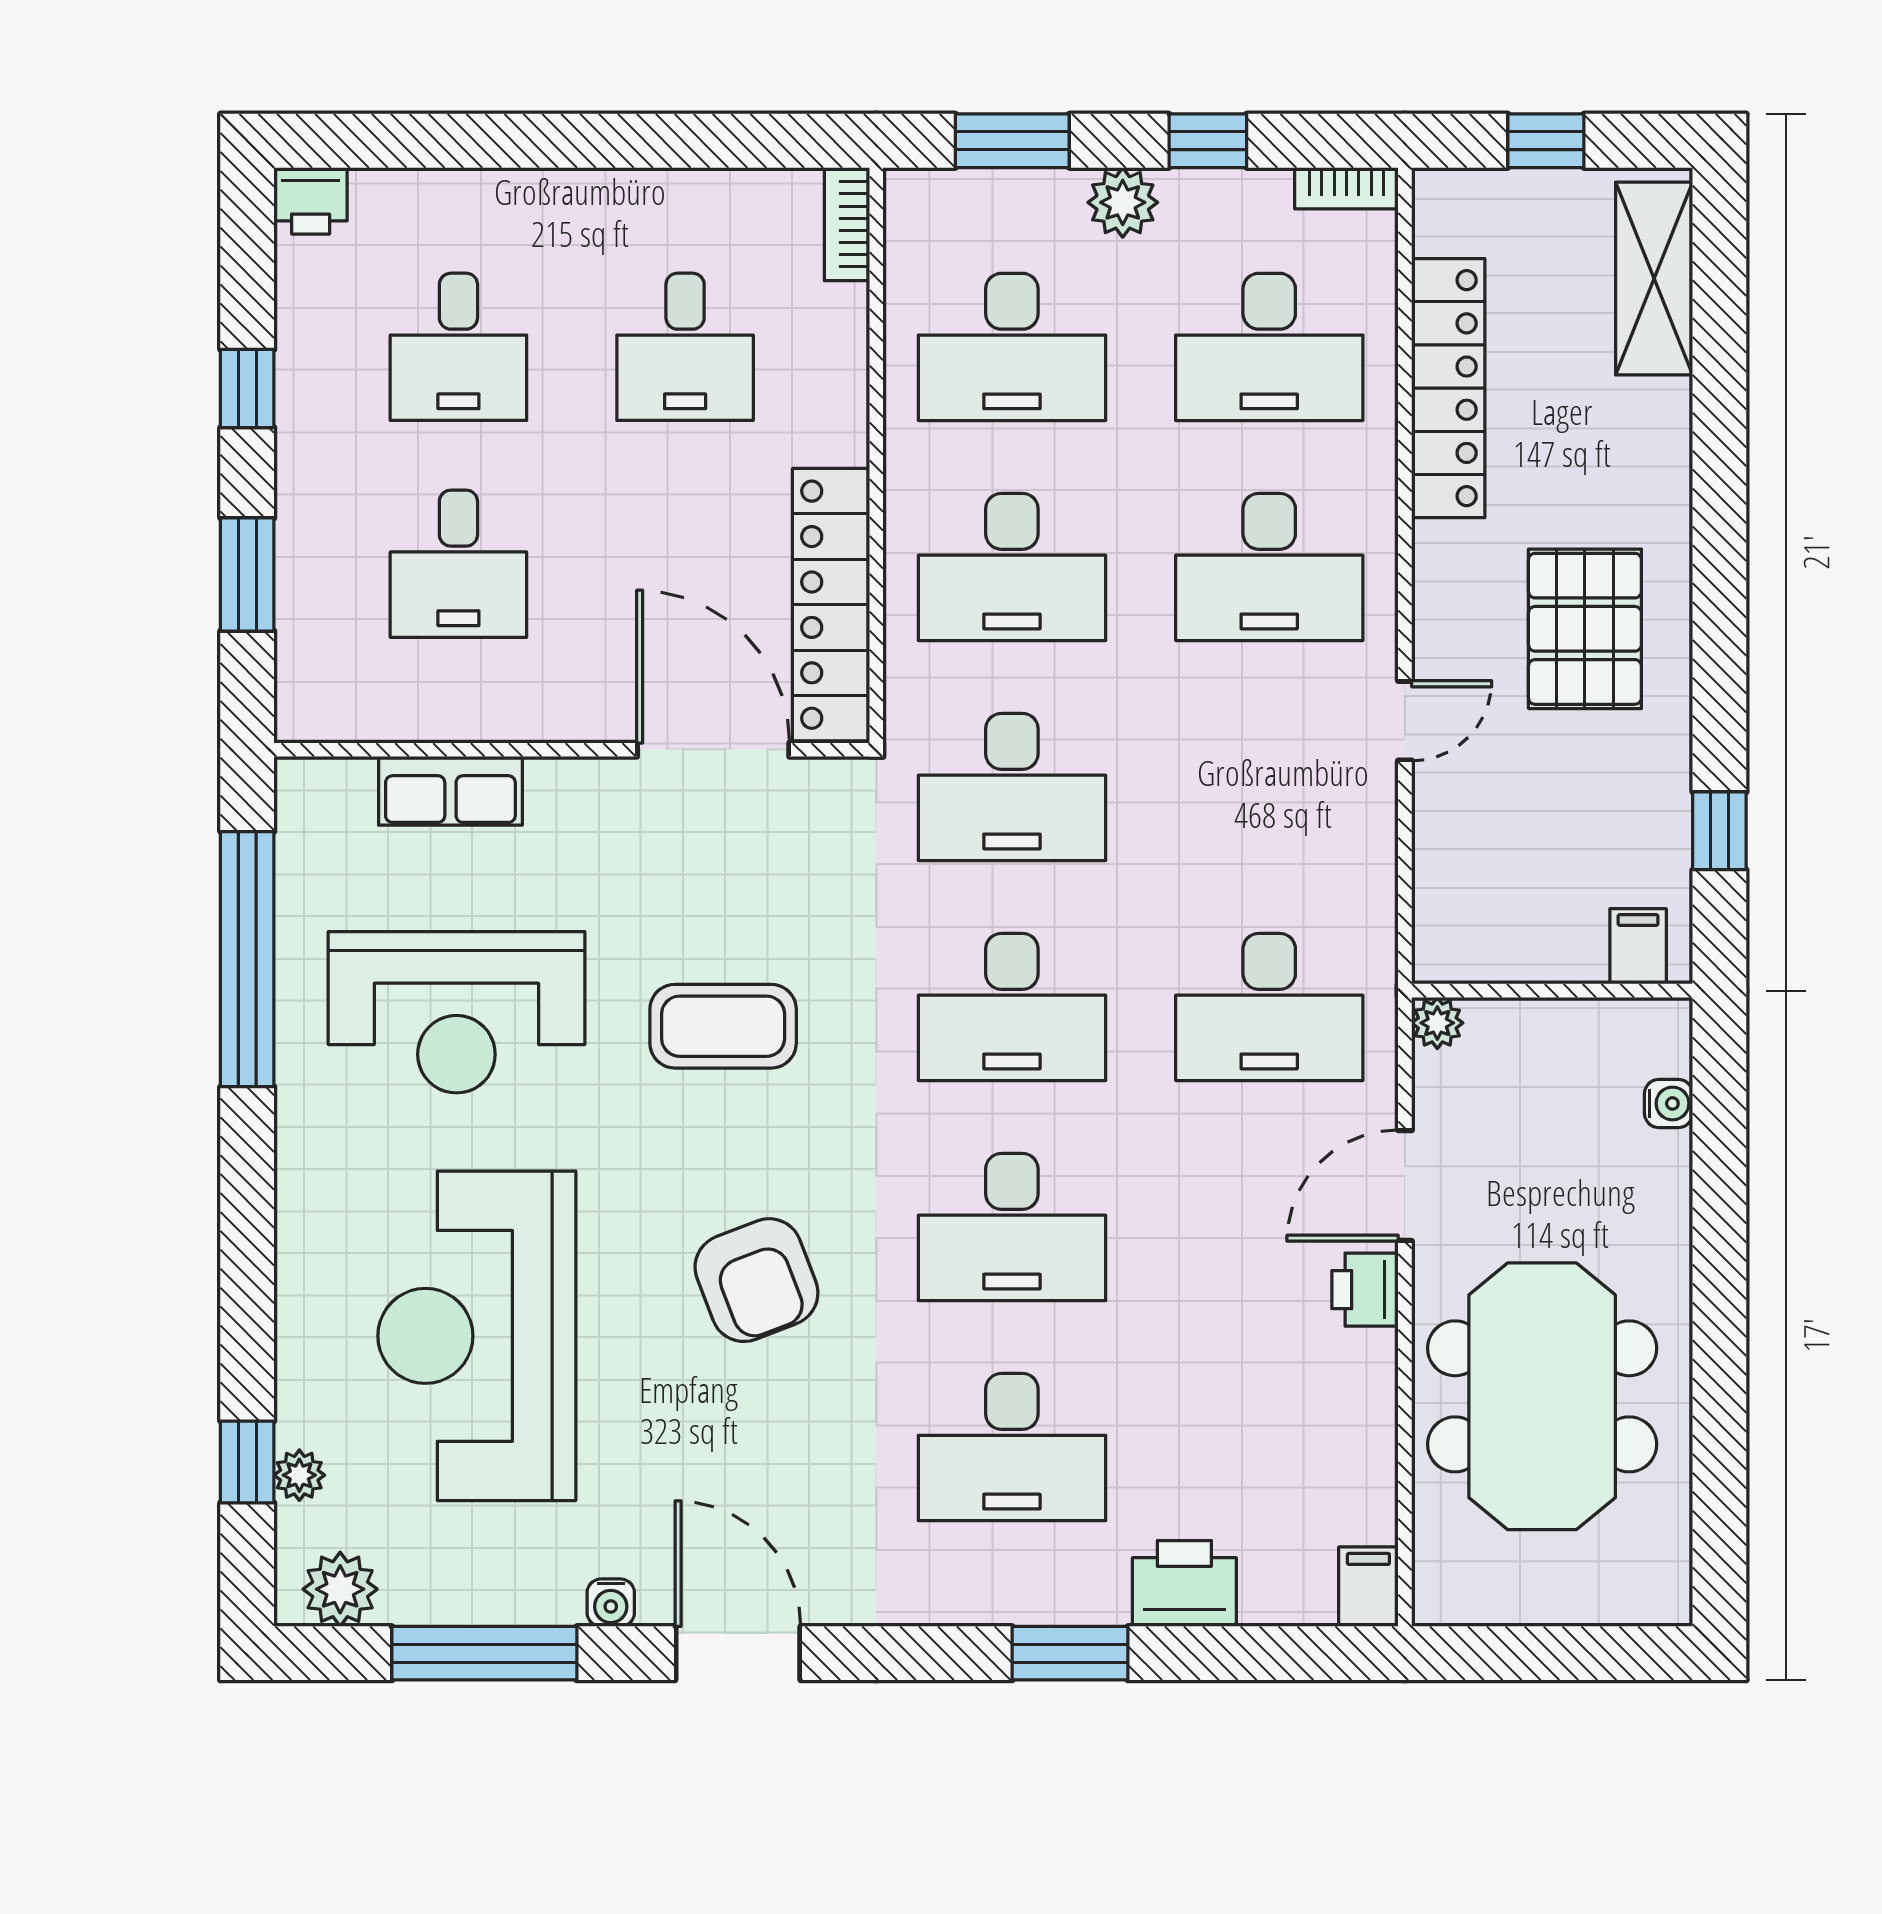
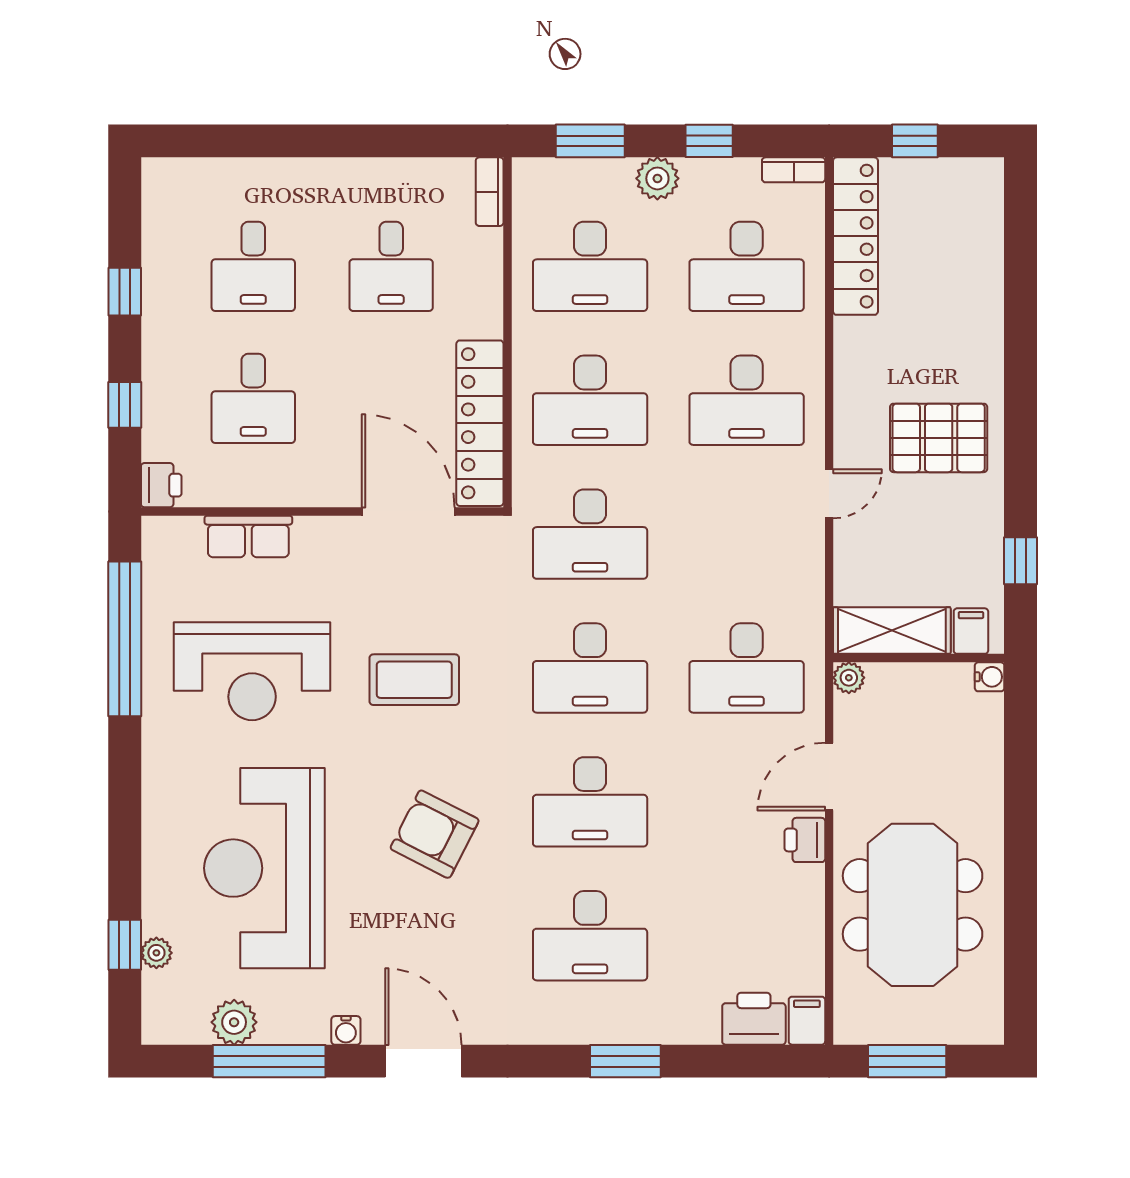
printer: (311, 201) -> (161, 485), moved, turned -90
shelving: (1654, 279) -> (892, 631), moved, turned 90
locker: (1448, 388) -> (855, 236), moved
window: (247, 575) -> (125, 405), width x0.67
pallet: (1585, 629) -> (939, 438), turned 90
water cooler: (1669, 1103) -> (990, 677), moved
armchair: (756, 1280) -> (435, 834), turned 138
printer: (1184, 1583) -> (754, 1019), moved
plant: (340, 1589) -> (234, 1022), moved
window: (1533, 1653) -> (907, 1061), added

